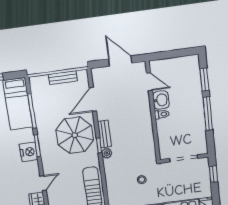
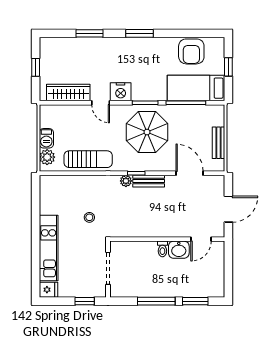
parasol: (75, 135) -> (147, 132), moved
nightstand: (29, 152) -> (121, 92), moved

